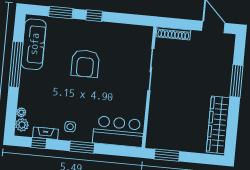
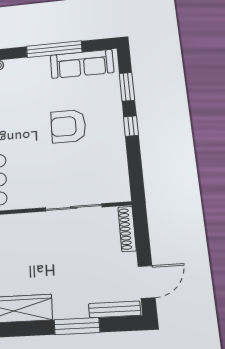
bench: (229, 53) -> (115, 309), added

